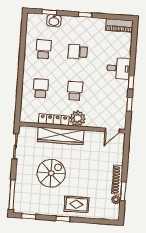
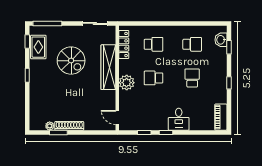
washbasin: (54, 21) -> (221, 40), moved
school desk: (75, 91) -> (154, 78), turned 180
locker: (54, 120) -> (124, 45), moved
rug: (76, 204) -> (38, 47), moved

